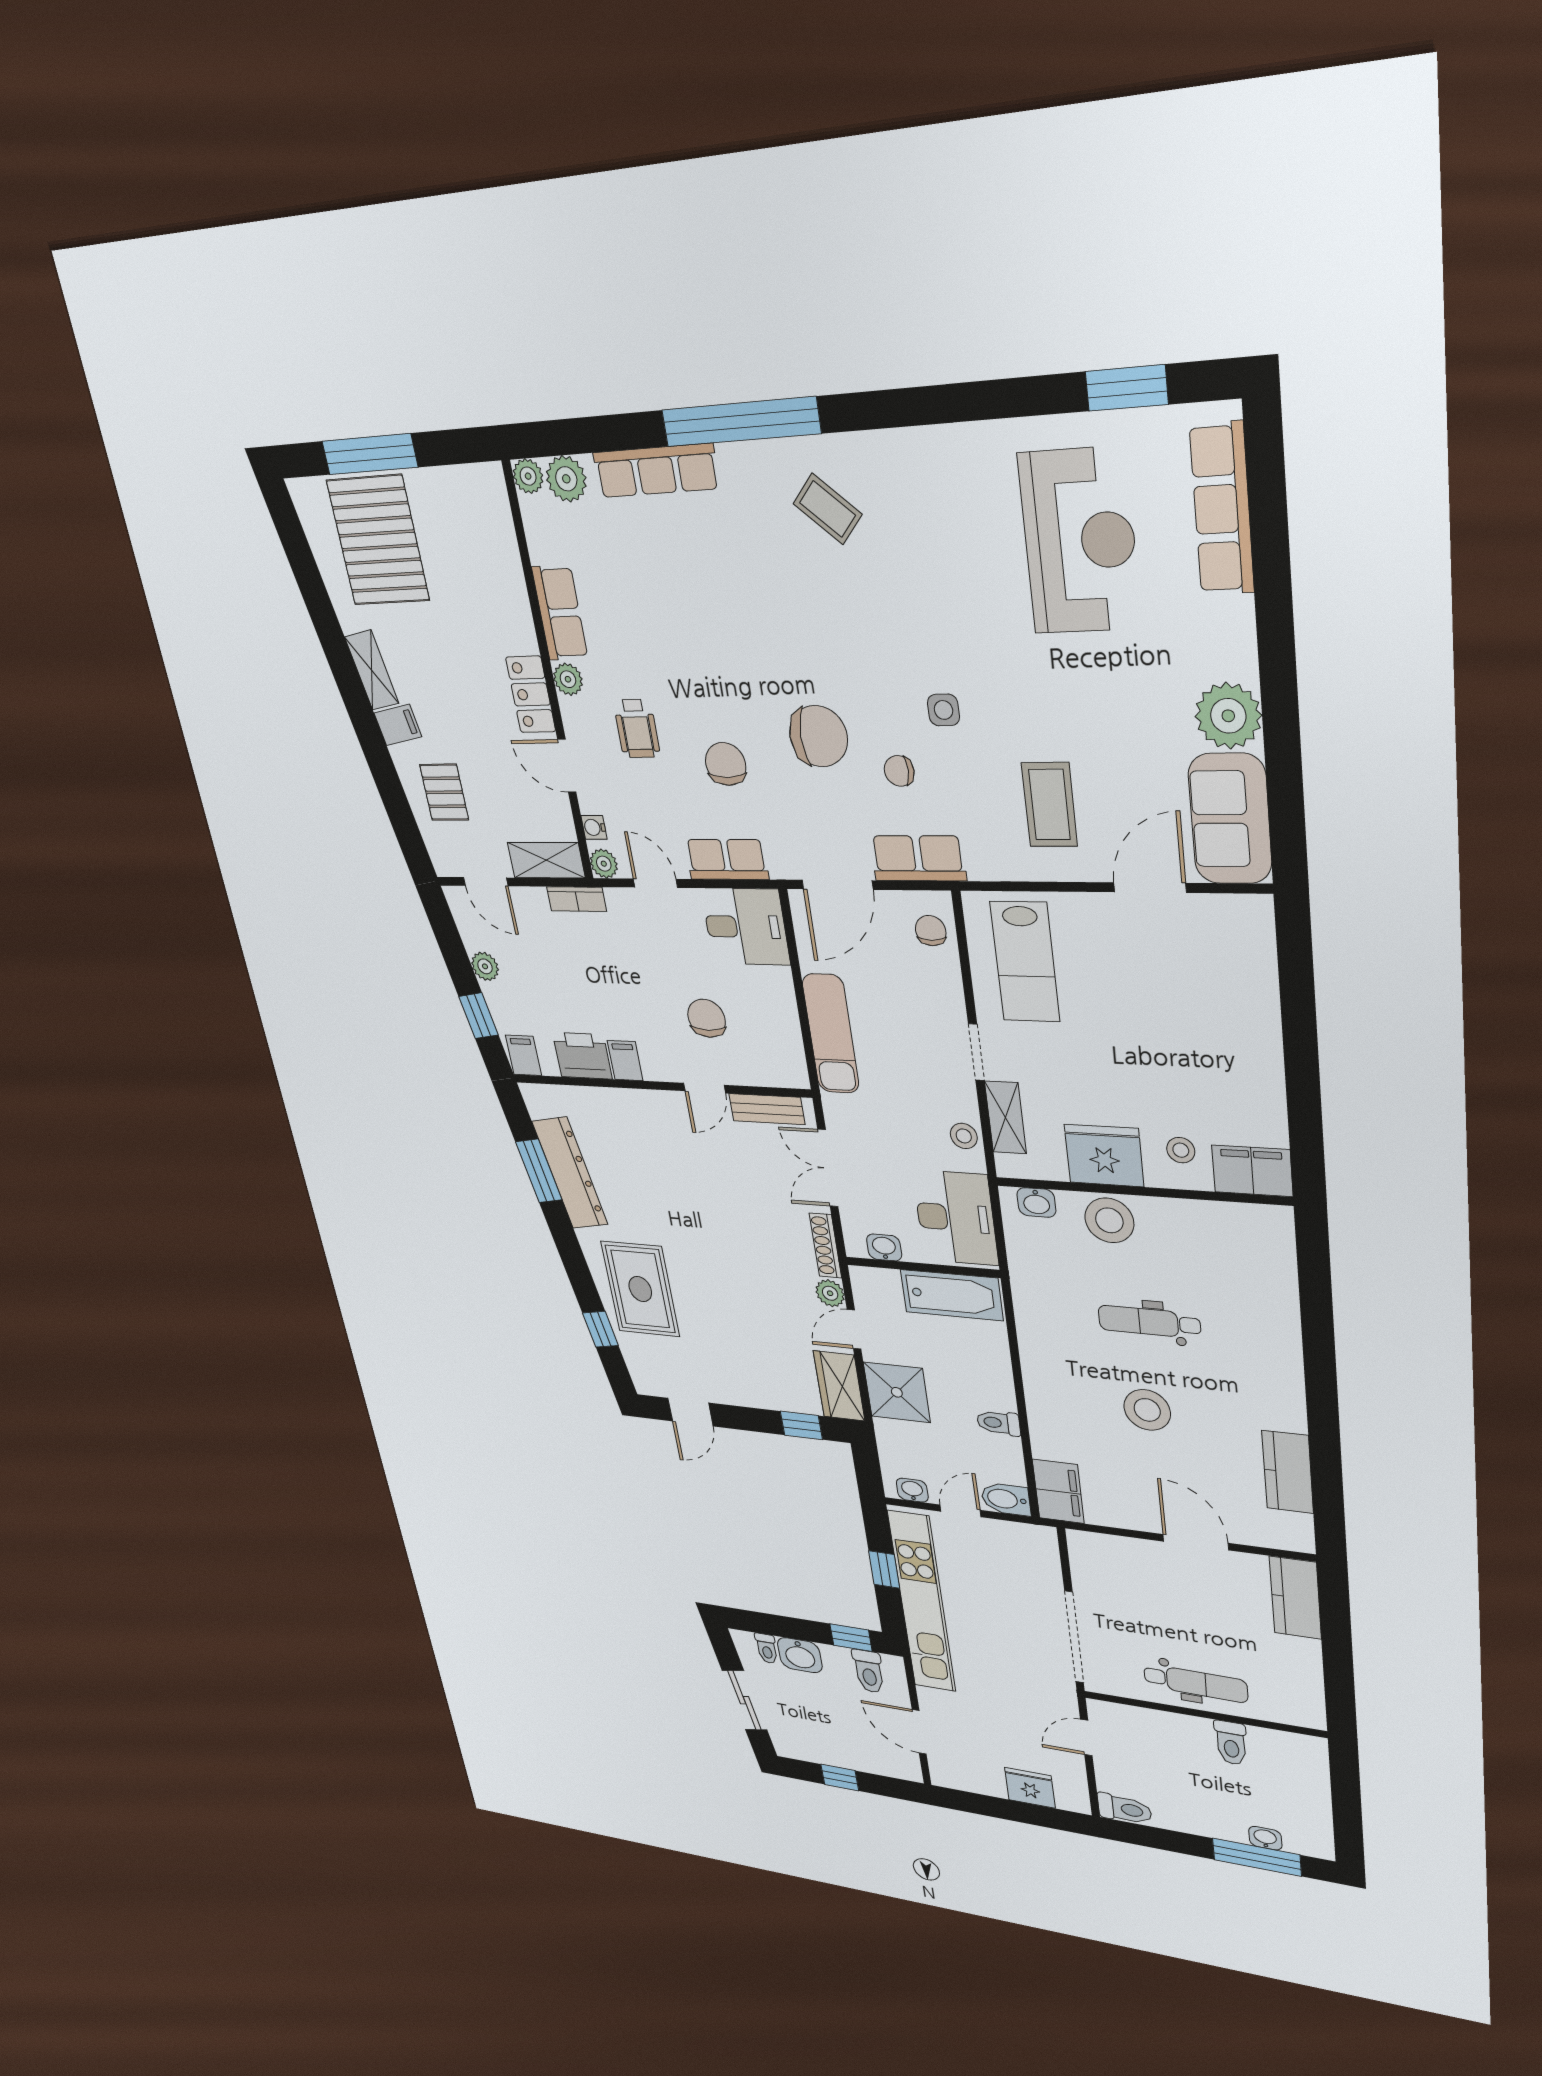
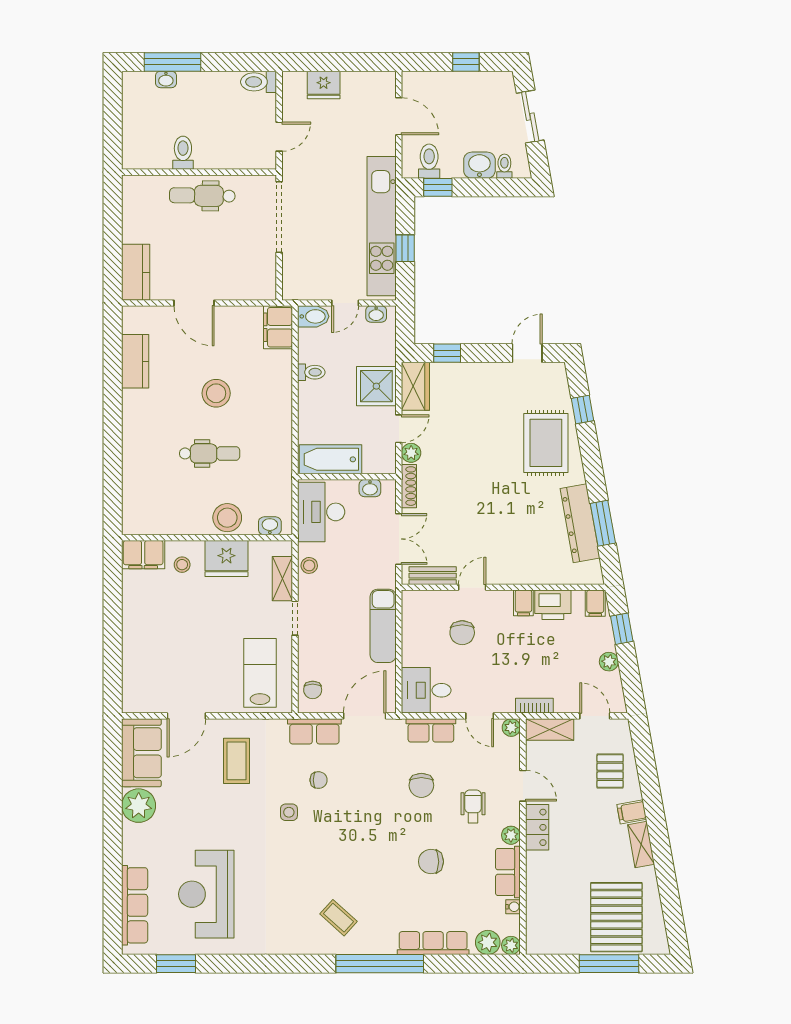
chair: (818, 736) -> (431, 862), moved, width x0.73, depth x0.73
water cooler: (594, 827) -> (513, 907), moved

